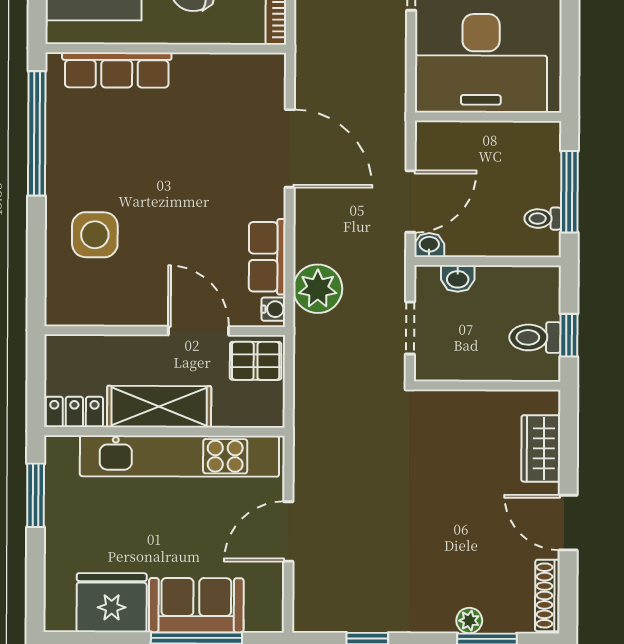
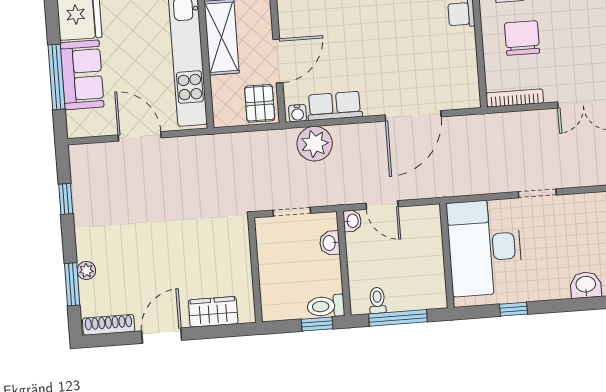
window: (570, 30) -> (514, 309), added
door: (410, 201) -> (382, 205), width x0.73
window: (569, 335) -> (317, 324), moved
toilet: (535, 337) -> (326, 306), moved, turned -90

